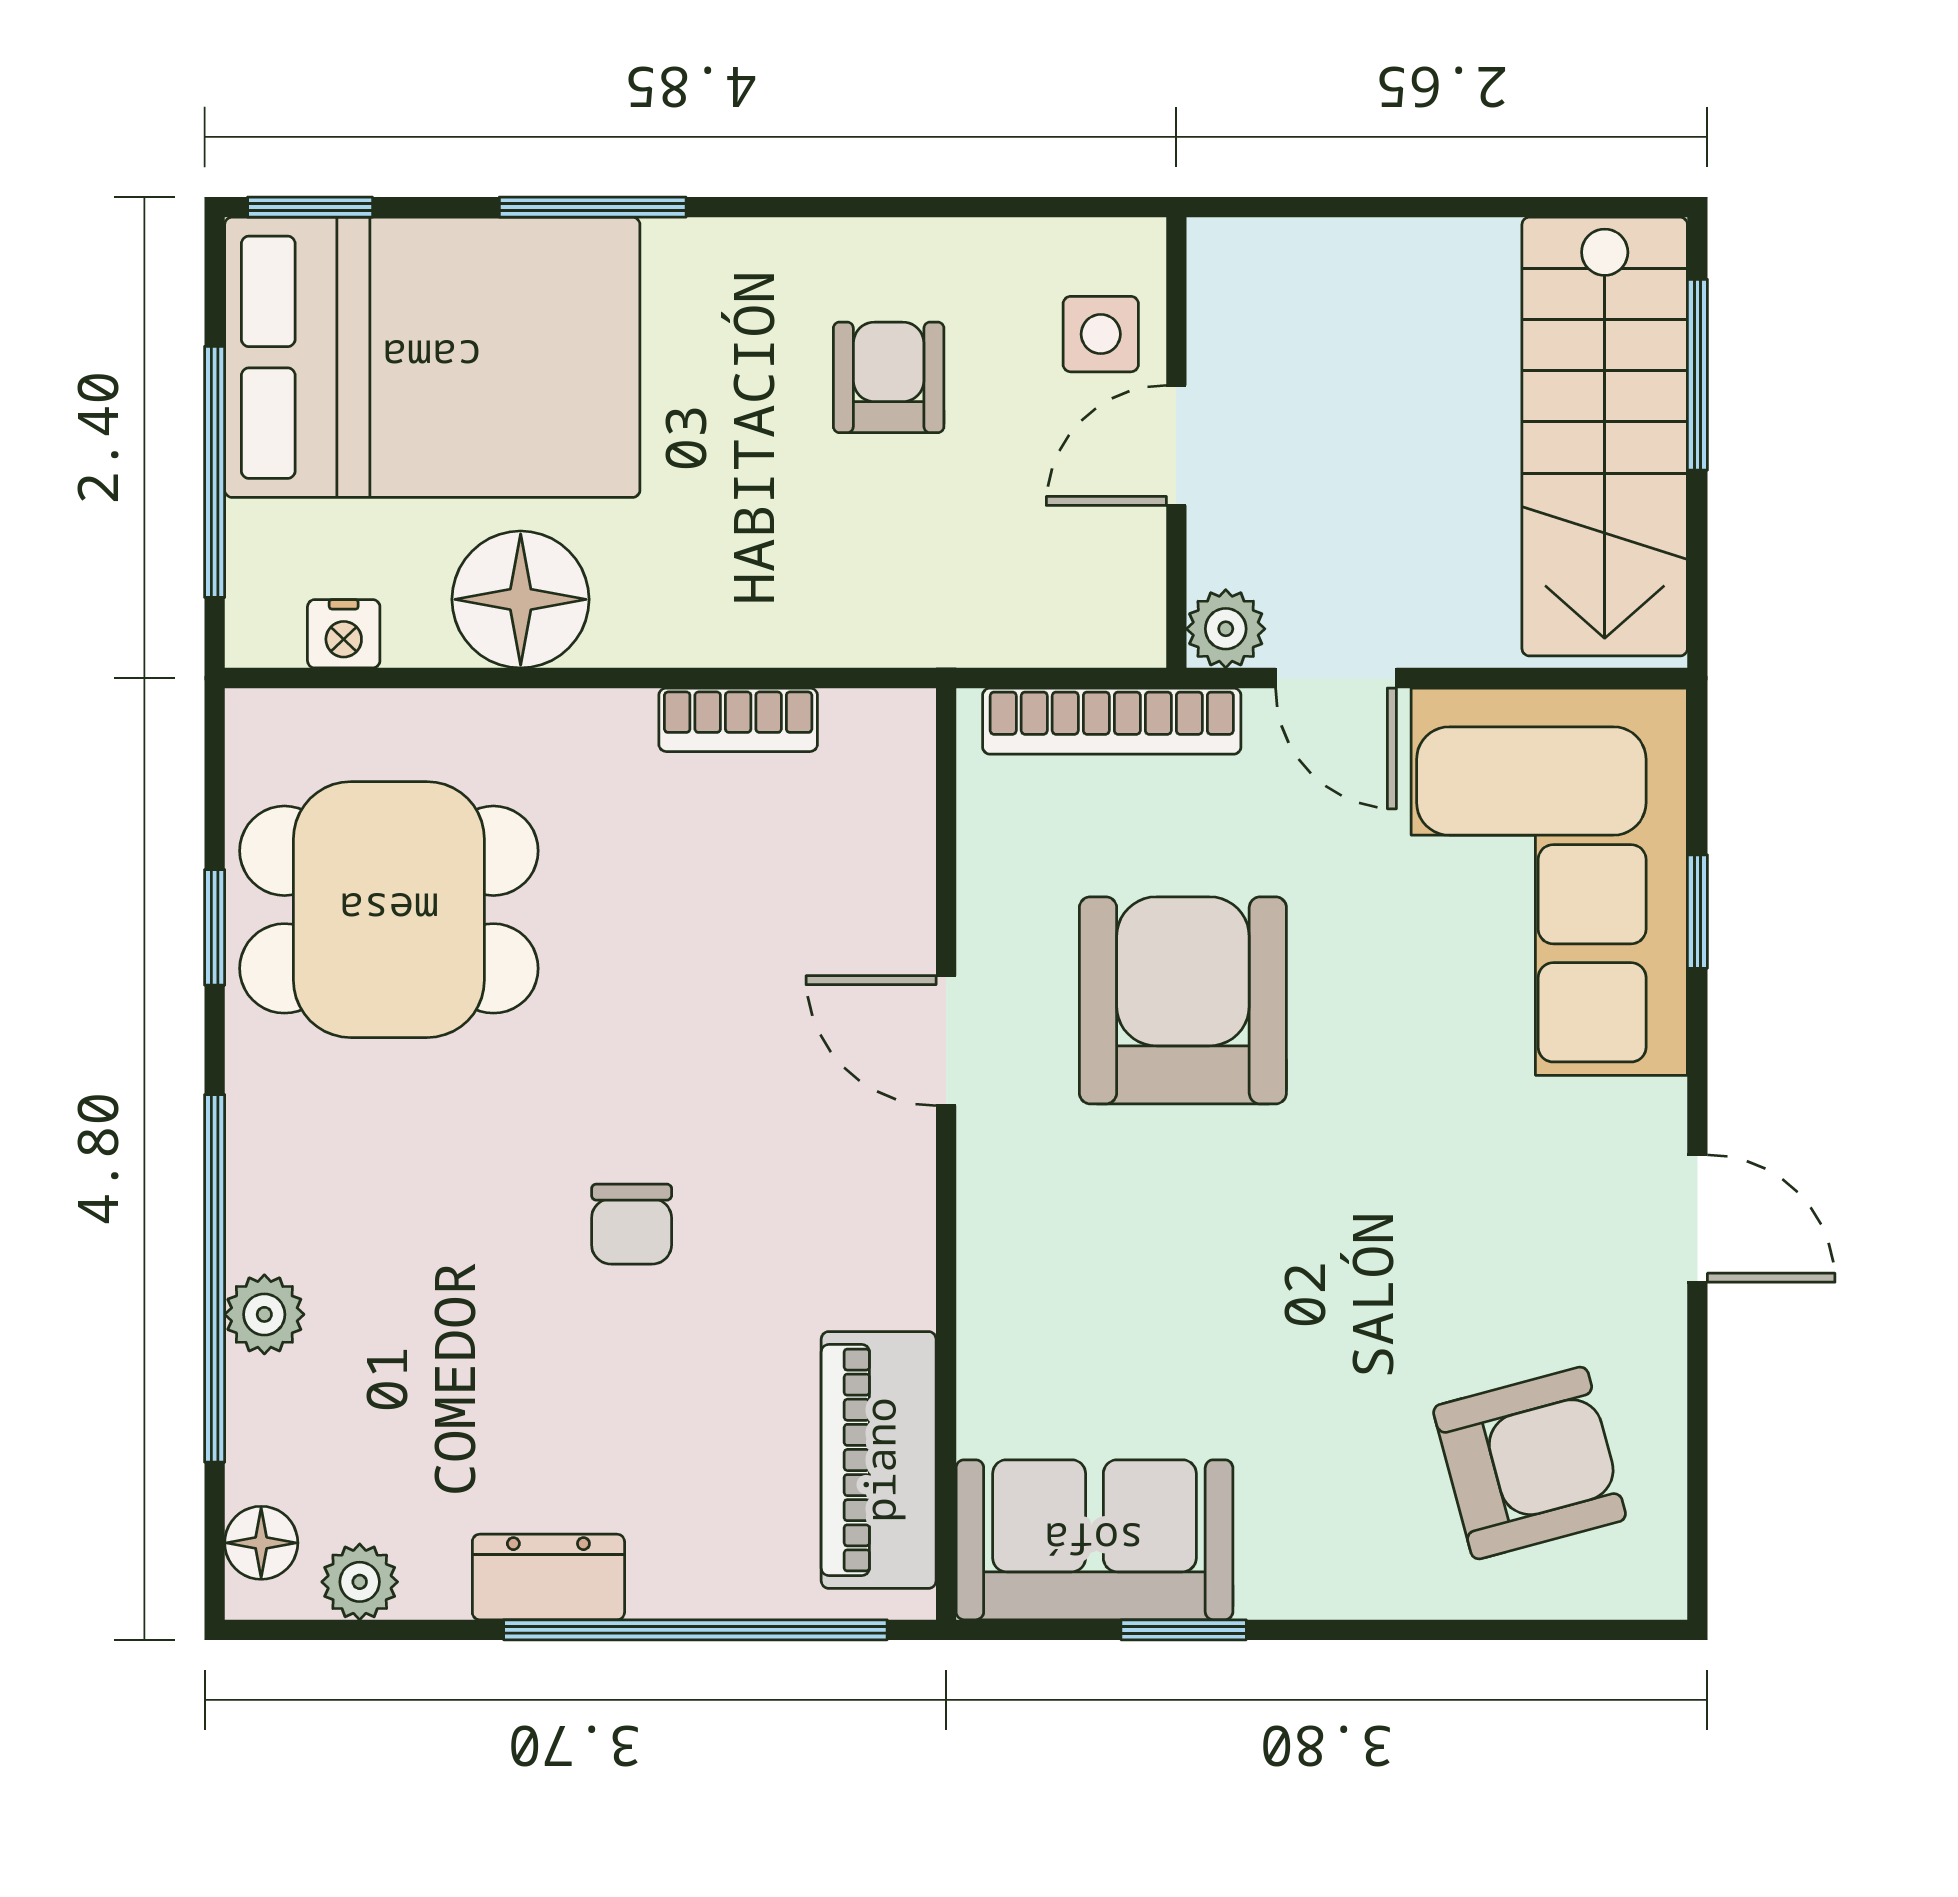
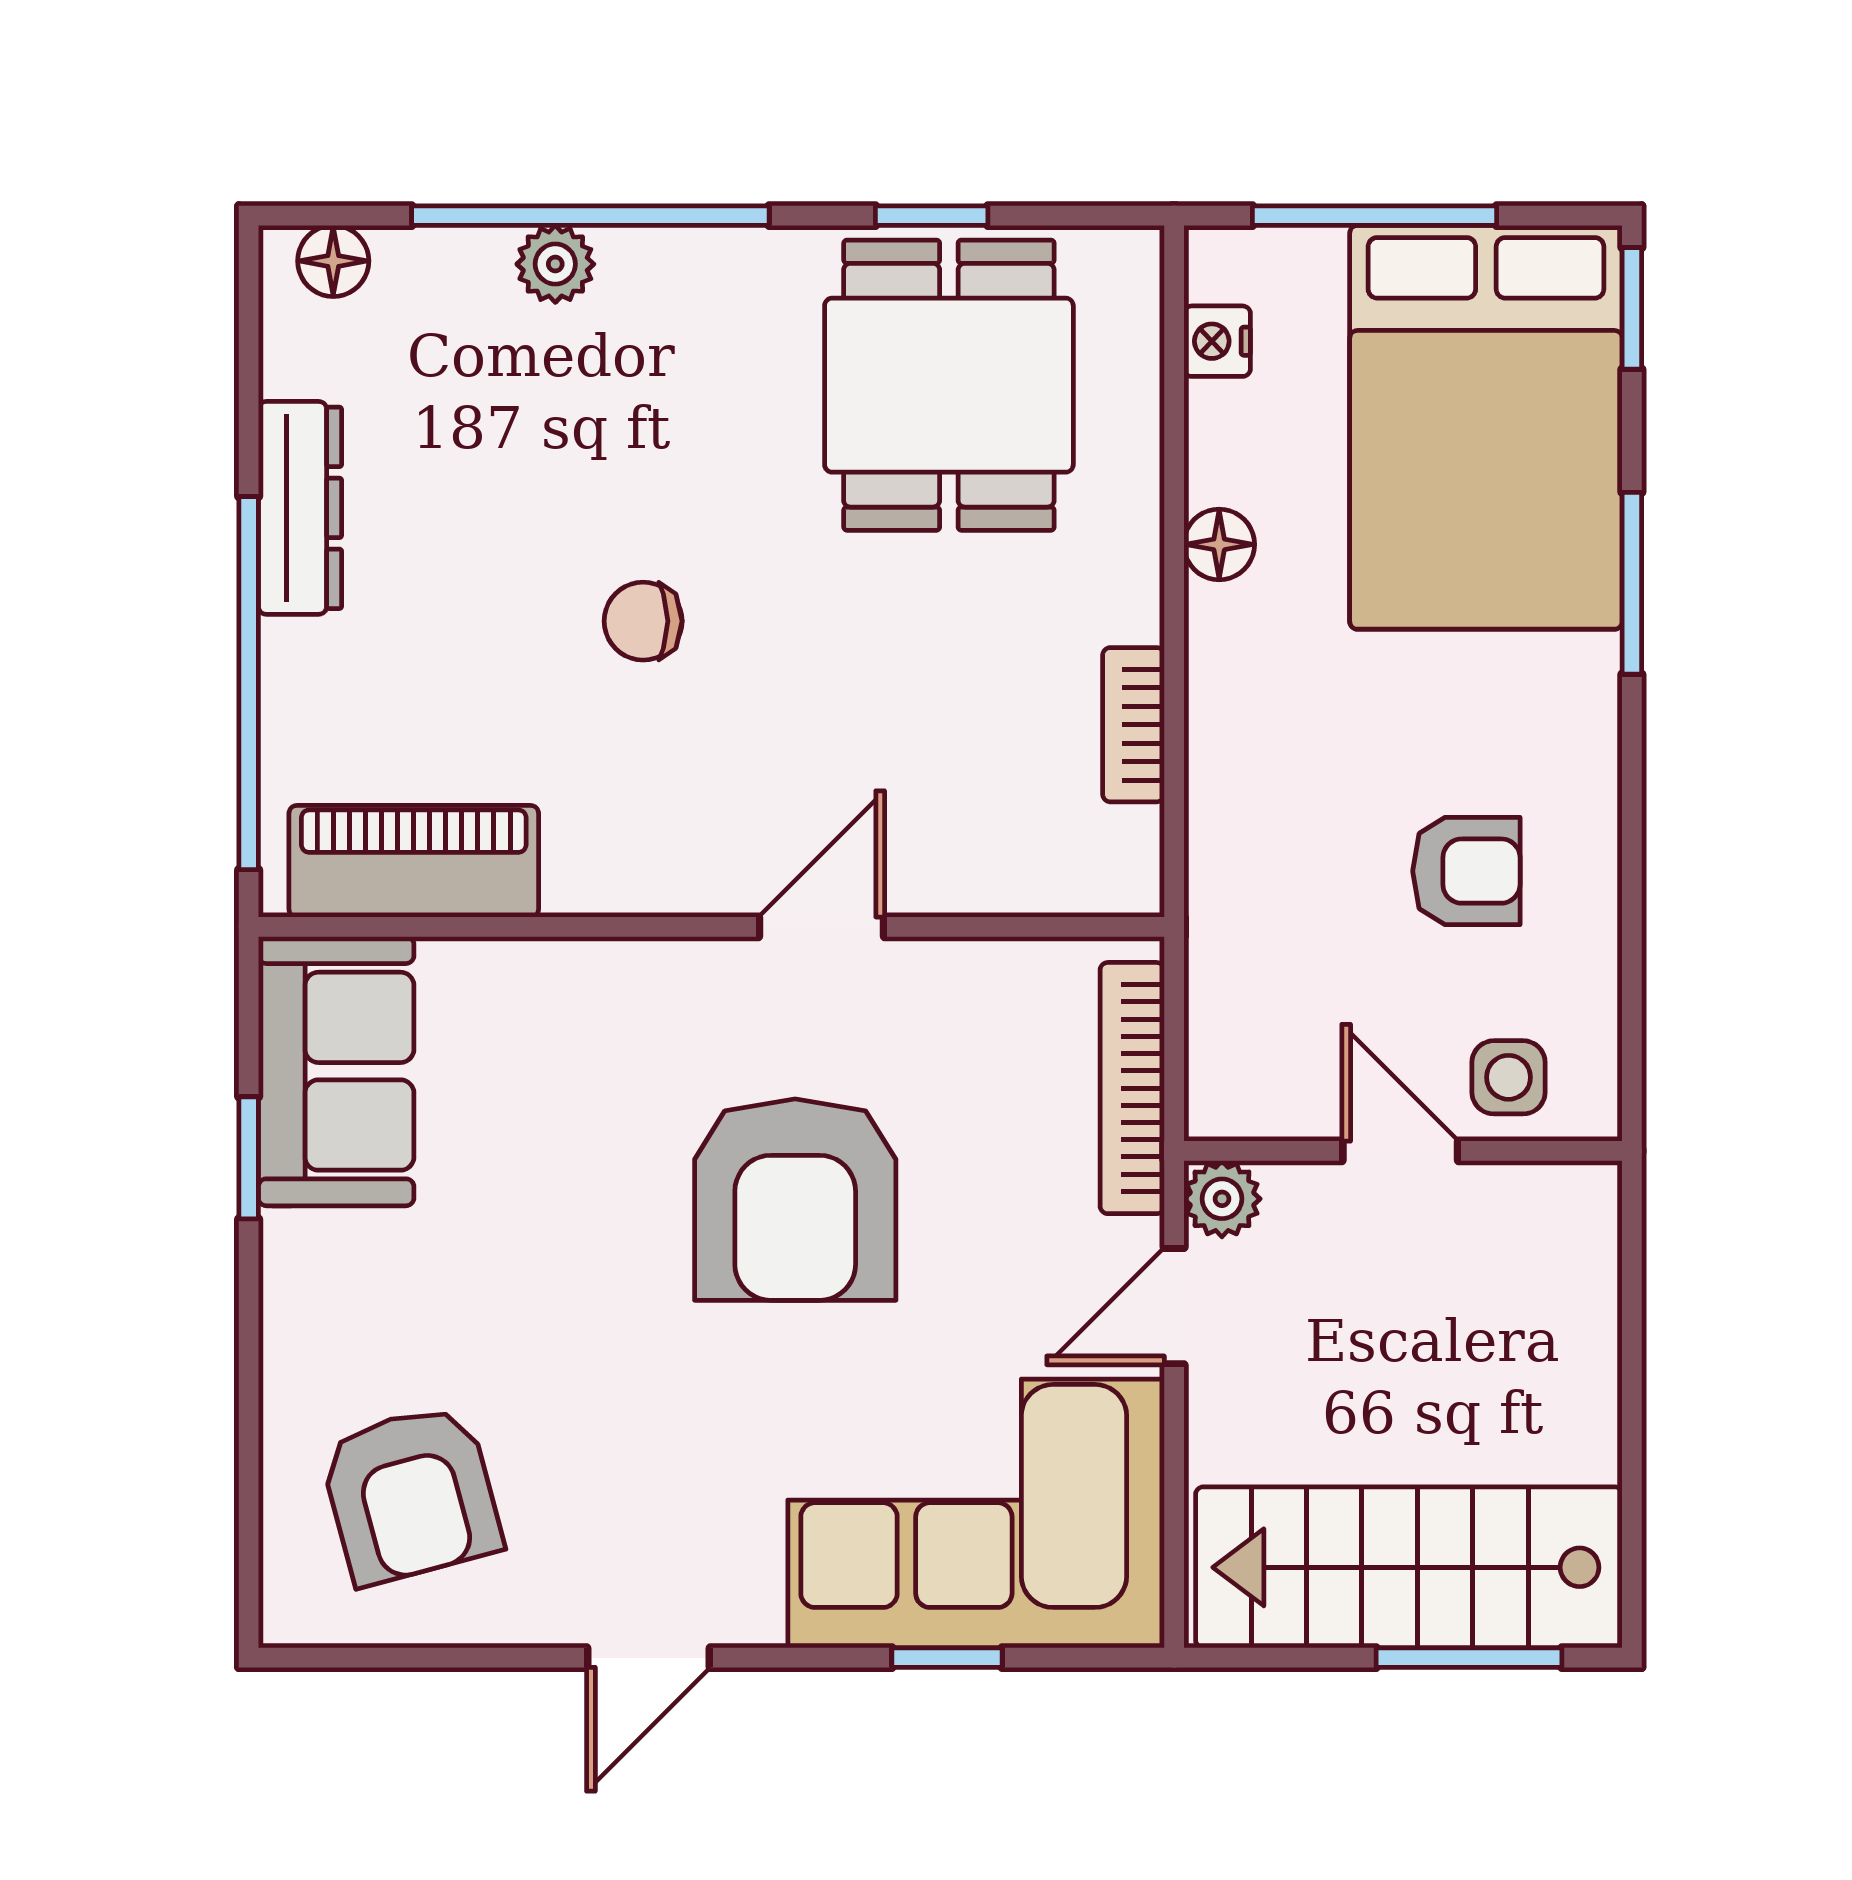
floor lamp: (521, 599) -> (1219, 544), width x0.53, depth x0.53
armchair: (1183, 1000) -> (795, 1200), moved, turned 90
dresser: (548, 1577) -> (300, 508), width x1.44
plant: (360, 1582) -> (295, 357), removed

